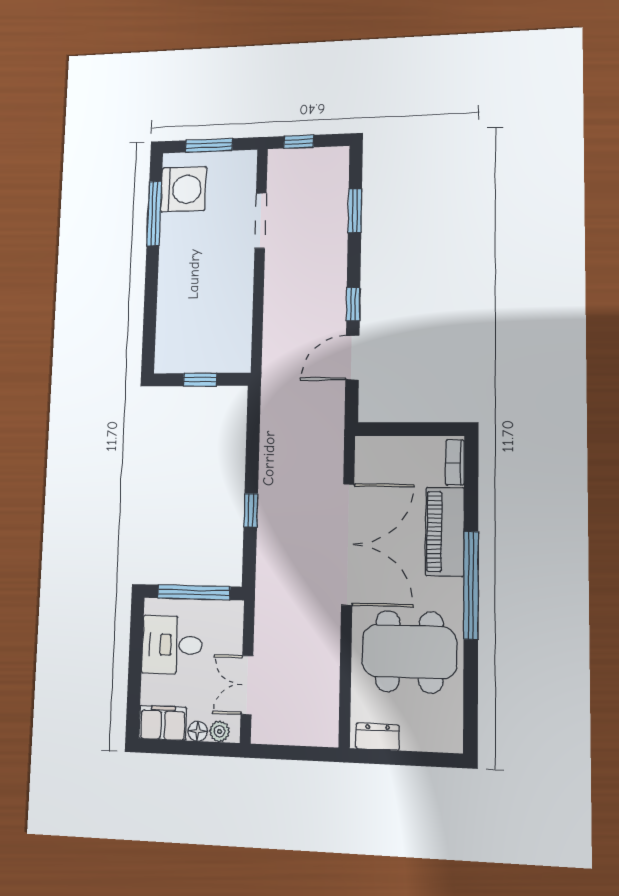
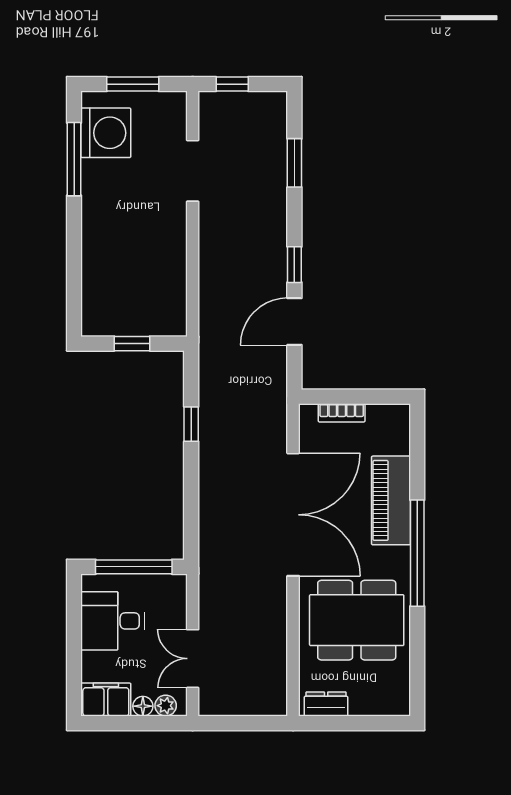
bookcase: (455, 463) -> (342, 413), moved, turned -90
window: (251, 510) -> (191, 424), moved

